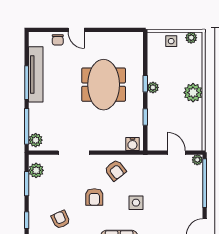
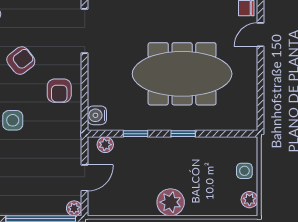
meeting table: (104, 85) -> (182, 74), width x1.36
plant: (153, 87) -> (105, 145), moved
armchair: (115, 170) -> (59, 91), turned -52
armchair: (94, 197) -> (21, 61), turned 142

